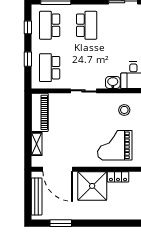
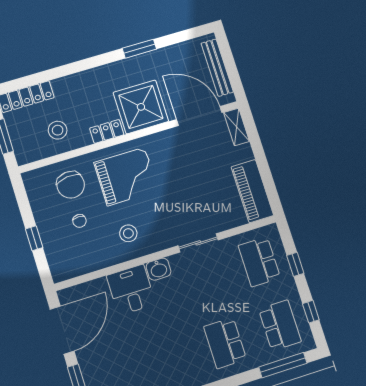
school desk: (50, 68) -> (259, 262), turned 180
shelving: (37, 144) -> (237, 127), moved
window: (61, 223) -> (139, 49), moved

